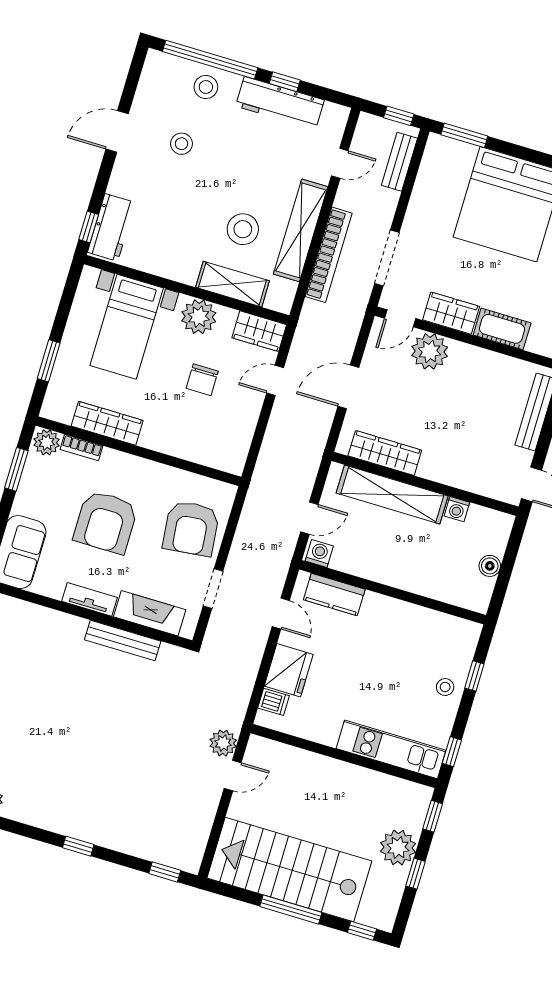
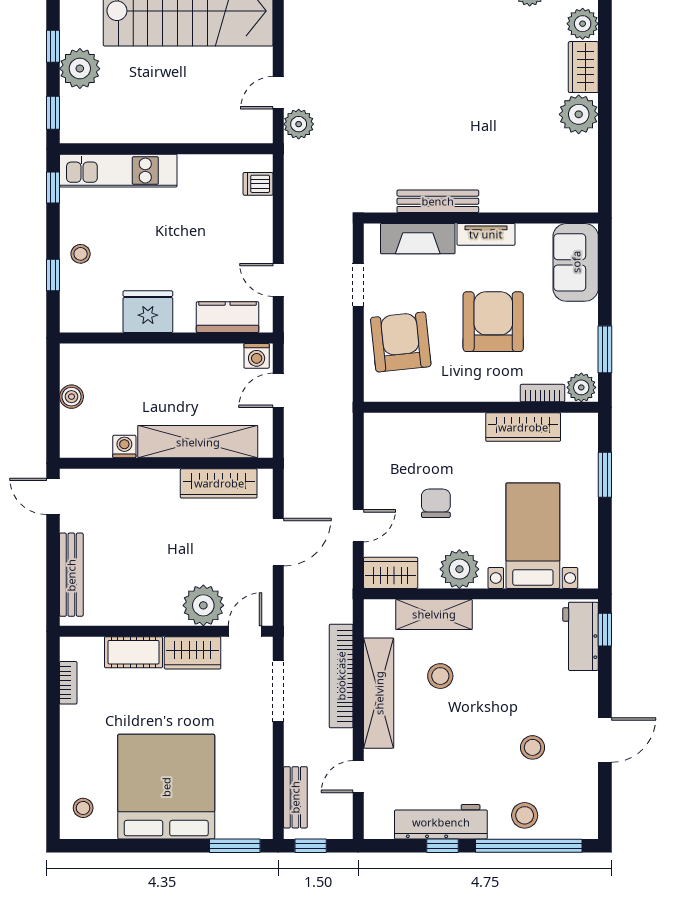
stool: (243, 229) -> (440, 676), width x0.73, depth x0.73
fridge: (289, 670) -> (148, 312), moved, turned 90

